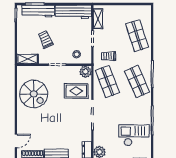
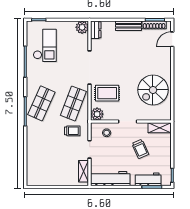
workbench: (38, 11) -> (148, 179), width x0.73
shop shelf: (137, 36) -> (41, 153), removed
shop shelf: (108, 82) -> (73, 103), turned 42
shop shelf: (137, 82) -> (41, 103), turned 48
spiral stairs: (34, 94) -> (153, 90), turned -90
checkout: (134, 135) -> (45, 45), turned -90

